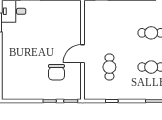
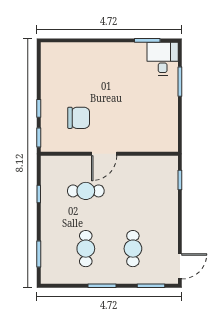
door: (83, 54) -> (104, 154), swing flipped
chair: (56, 72) -> (79, 118), turned 180

